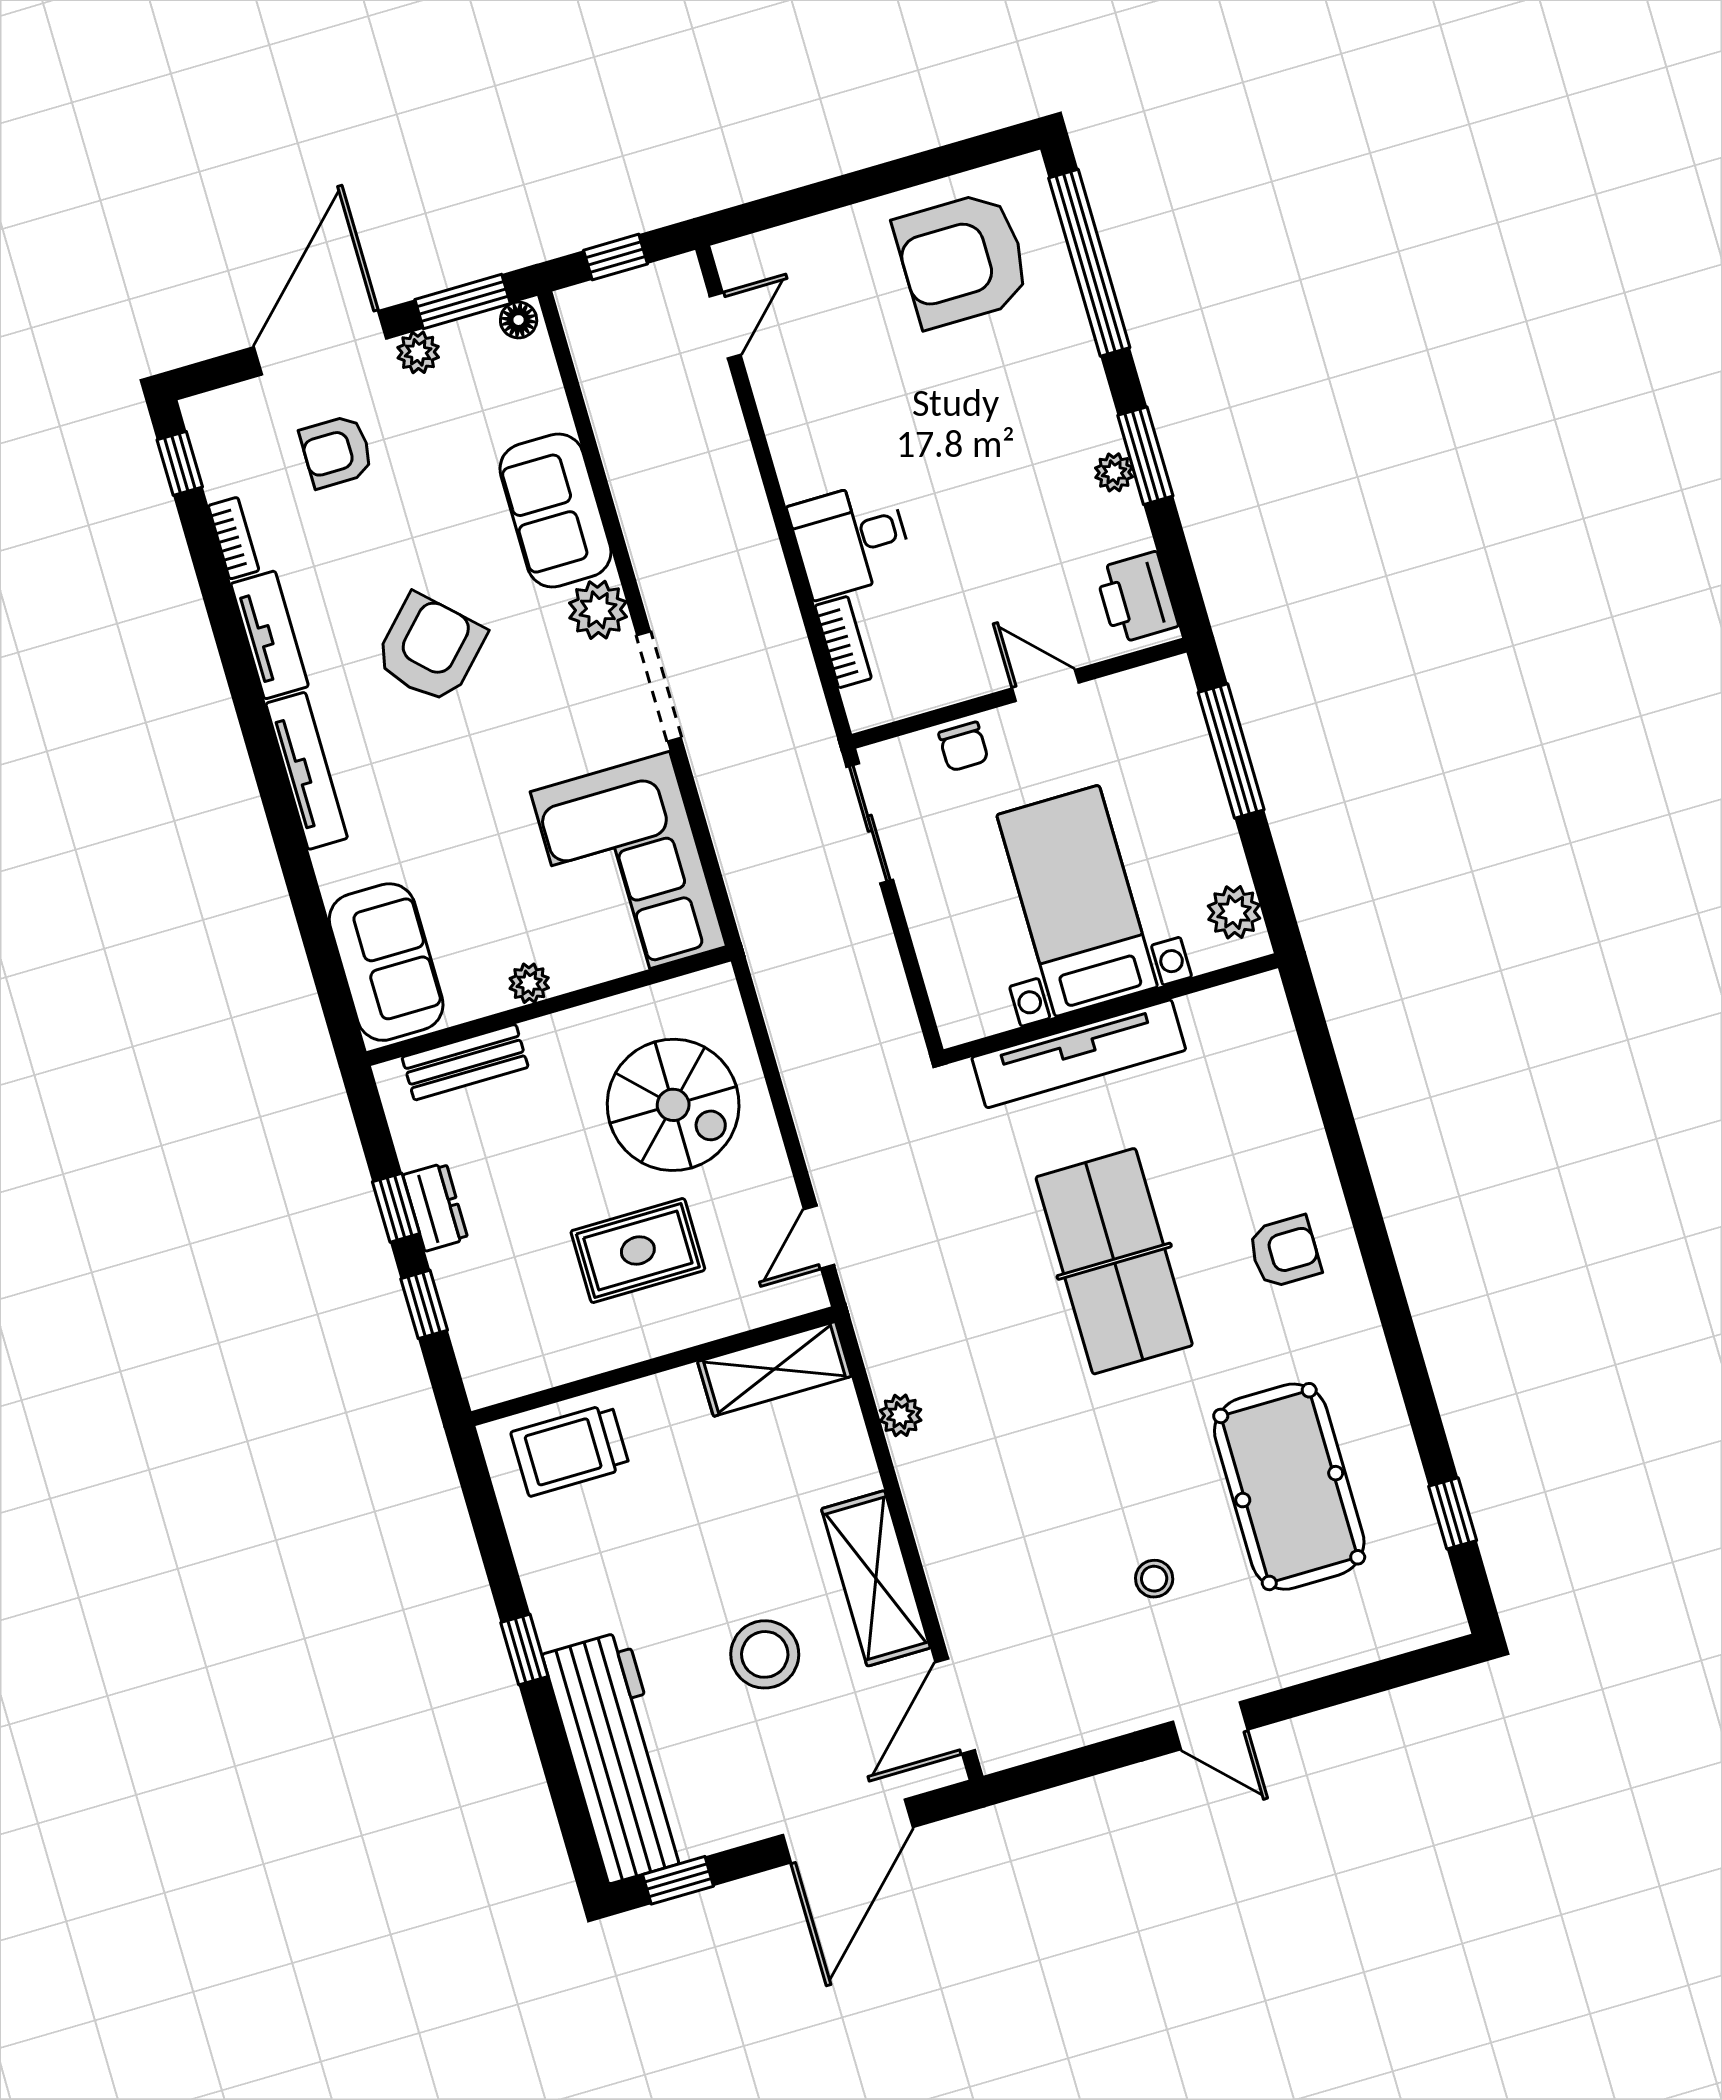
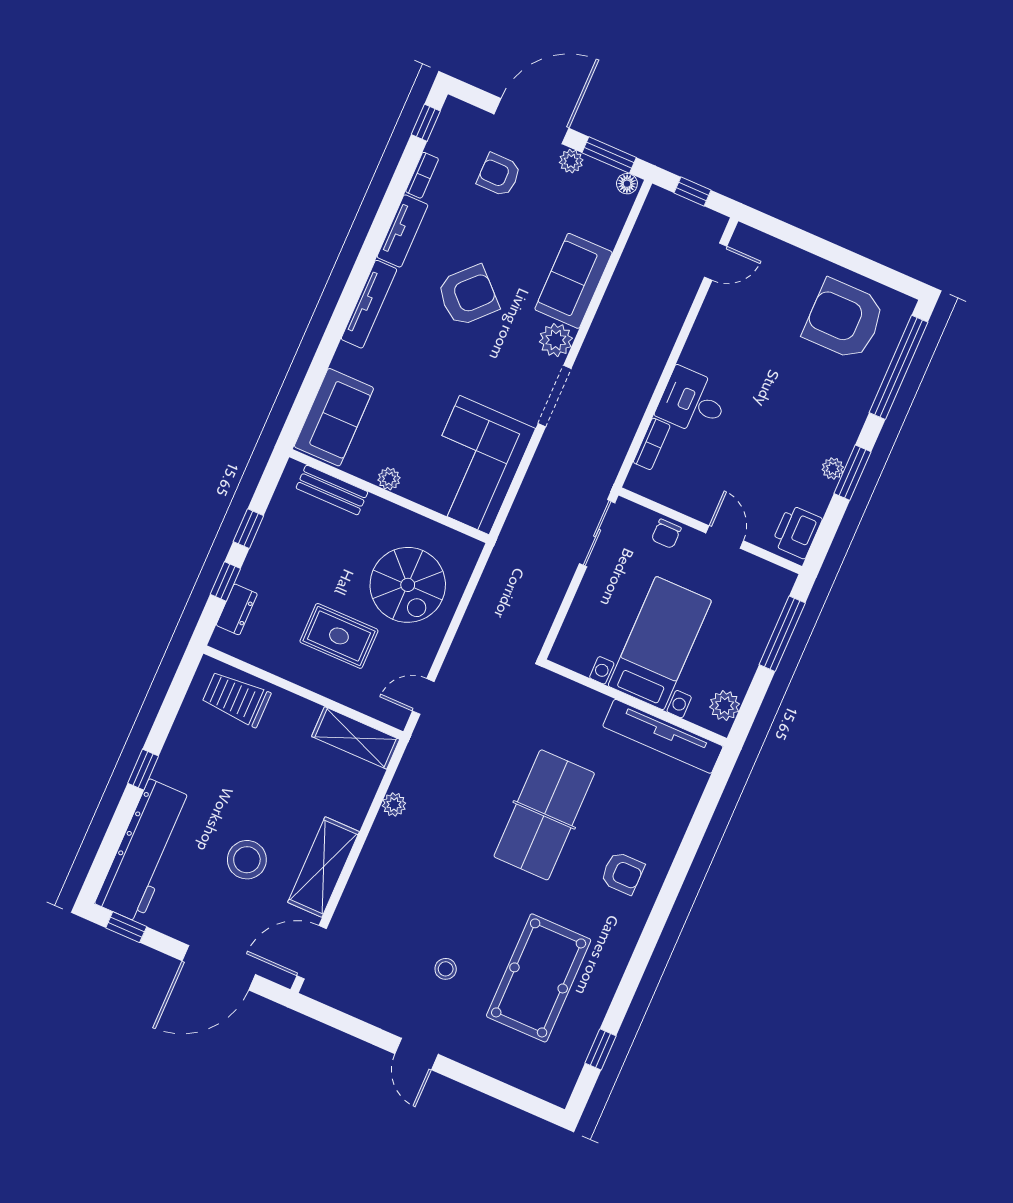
tv unit: (1079, 1054) -> (663, 736), moved
dresser: (435, 1207) -> (237, 609), moved

